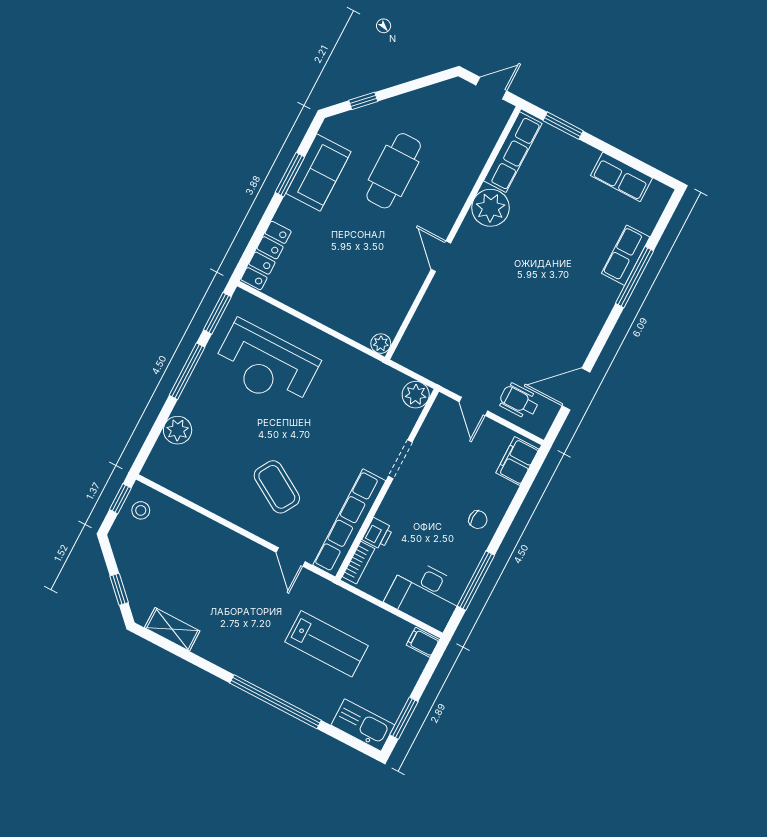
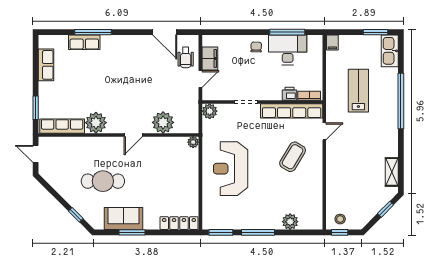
plant: (436, 313) -> (163, 122), added
reception desk: (266, 365) -> (231, 169), moved, turned 180
filing cabinet: (517, 461) -> (210, 58), moved, turned -90
desk: (425, 594) -> (288, 50), moved, turned -90

